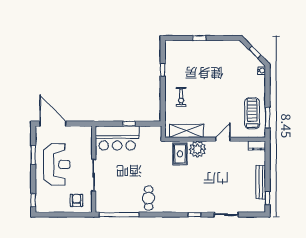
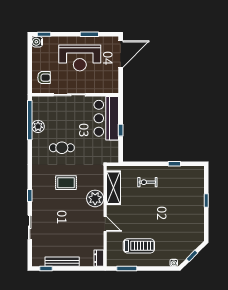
treadmill: (252, 113) -> (139, 246), moved
rug: (180, 154) -> (66, 183), moved
cafe table: (149, 198) -> (62, 148), moved
plant: (125, 206) -> (38, 126), added
water cooler: (41, 207) -> (37, 42), added

